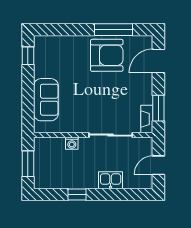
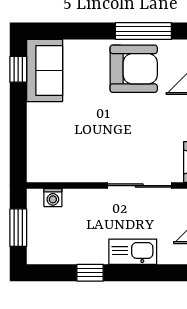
sofa: (46, 100) -> (45, 71), moved
washing machine: (72, 143) -> (53, 198), moved
kitchen sink: (111, 180) -> (133, 252), width x1.38

